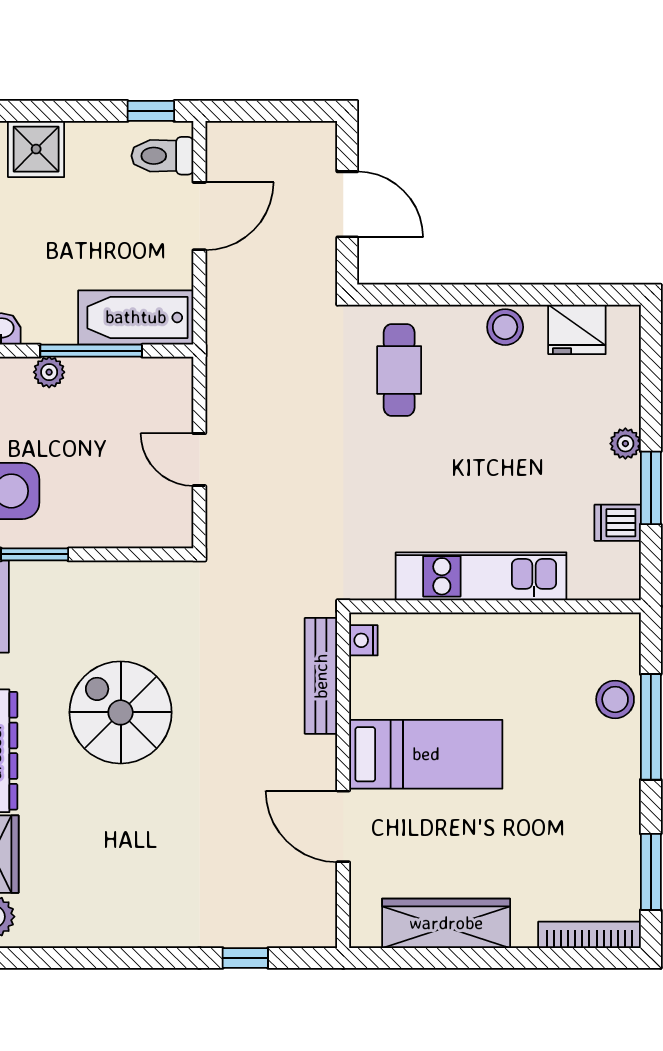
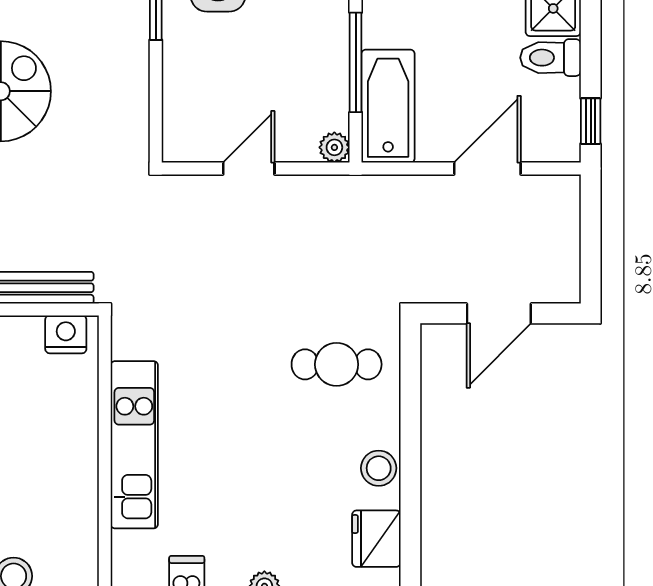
toilet: (162, 156) -> (550, 58), moved, turned -90
door: (199, 216) -> (487, 168), swing flipped
plant: (49, 372) -> (334, 147), moved
nightstand: (363, 640) -> (66, 334), width x1.39, depth x1.35

